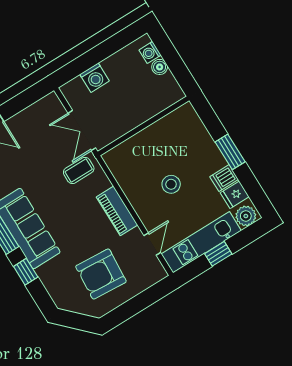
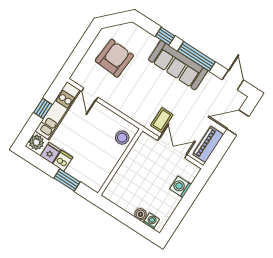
wall: (143, 126) -> (120, 162), moved
stool: (171, 184) -> (122, 138), moved
piano: (117, 211) -> (208, 145), moved, turned -90

